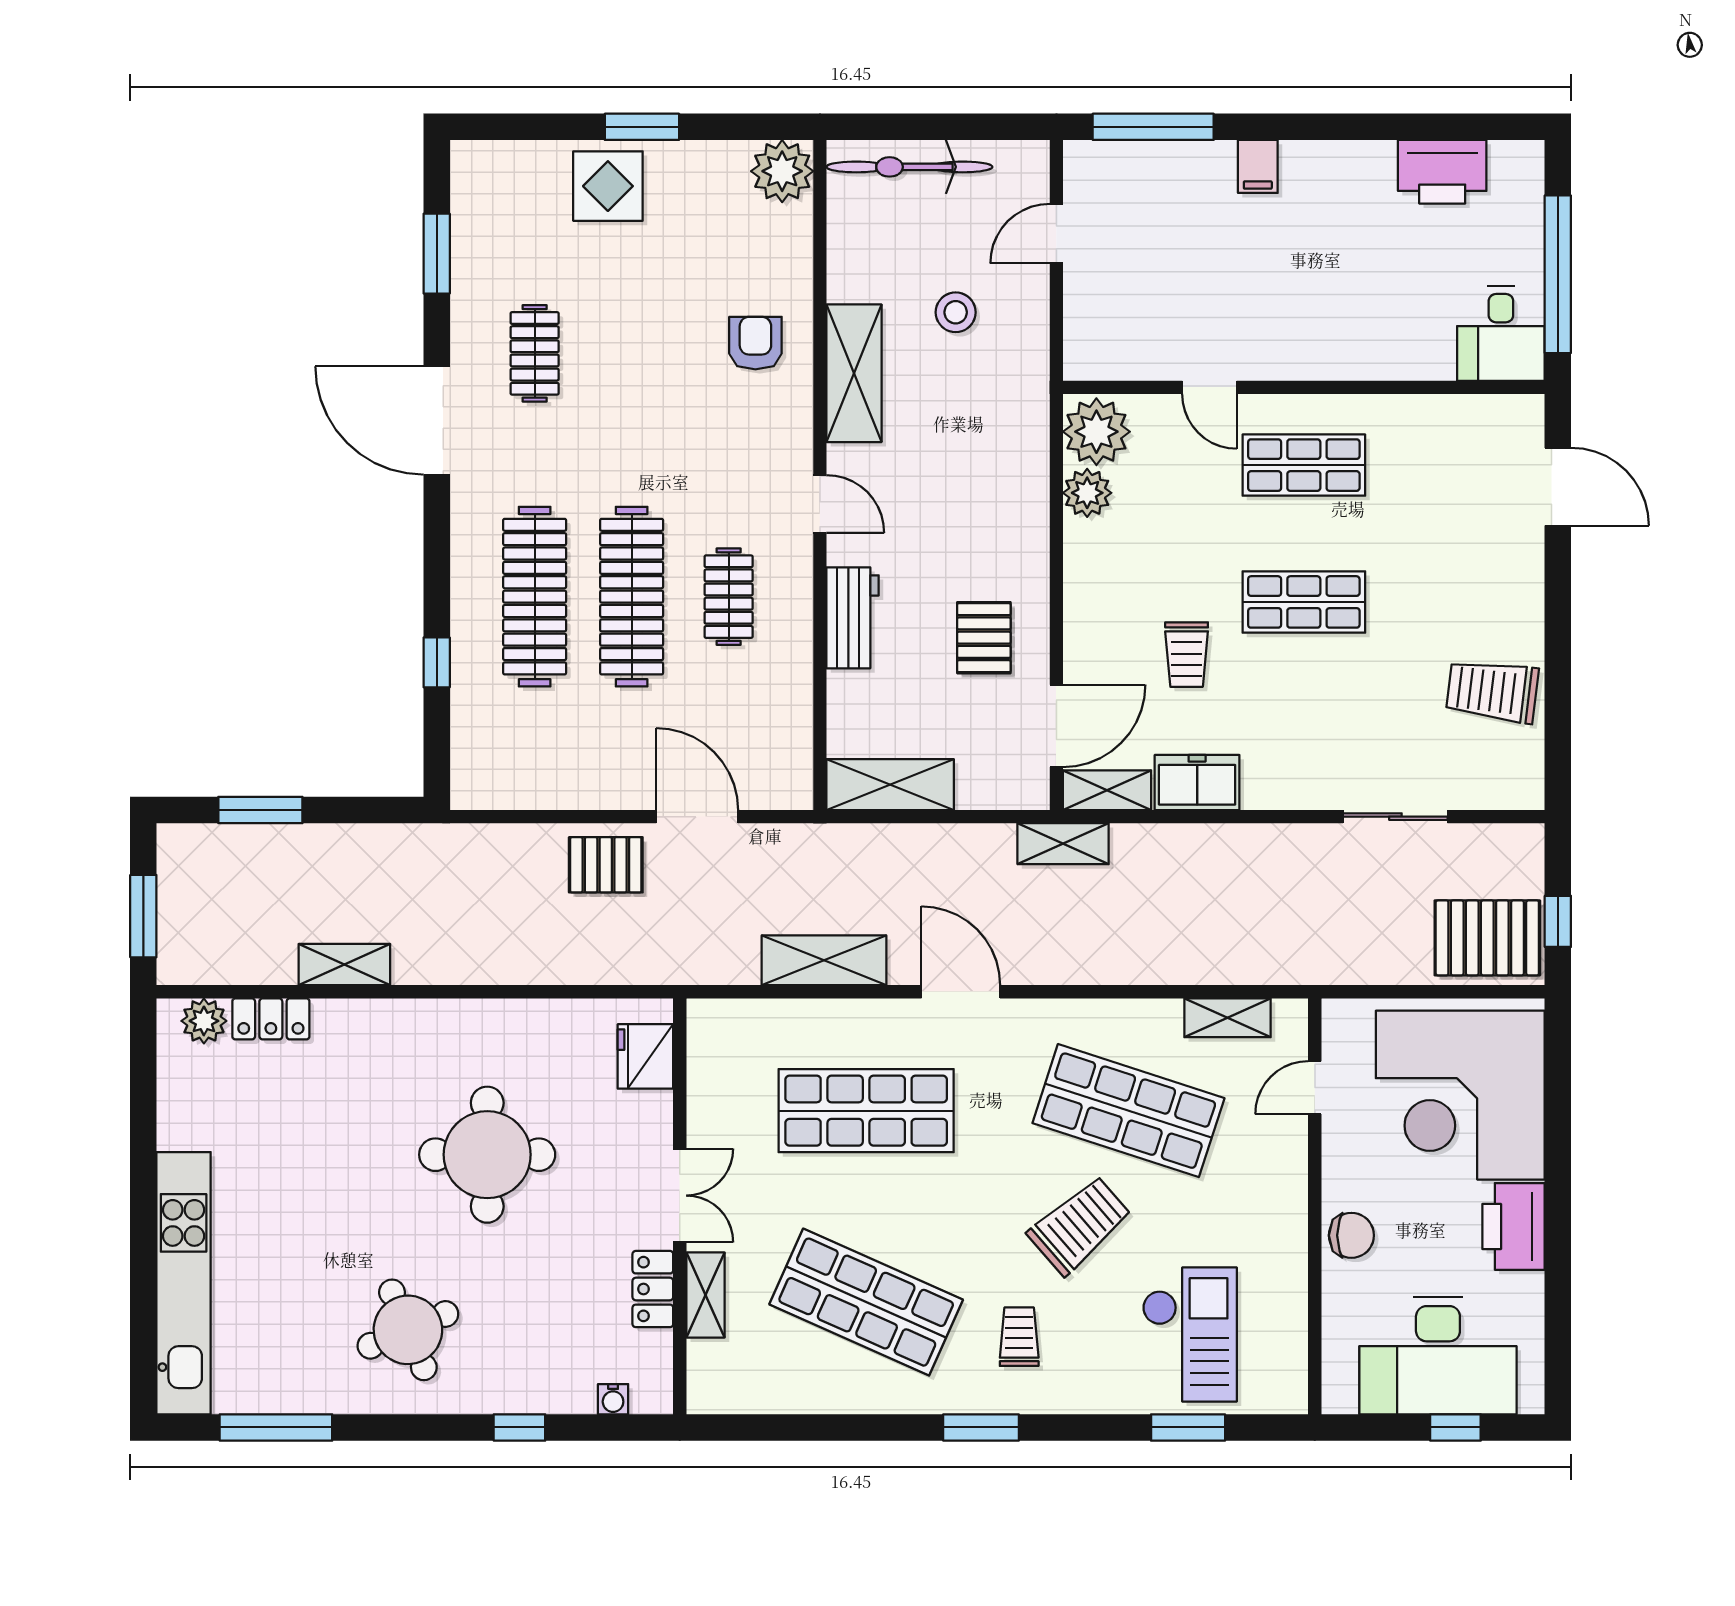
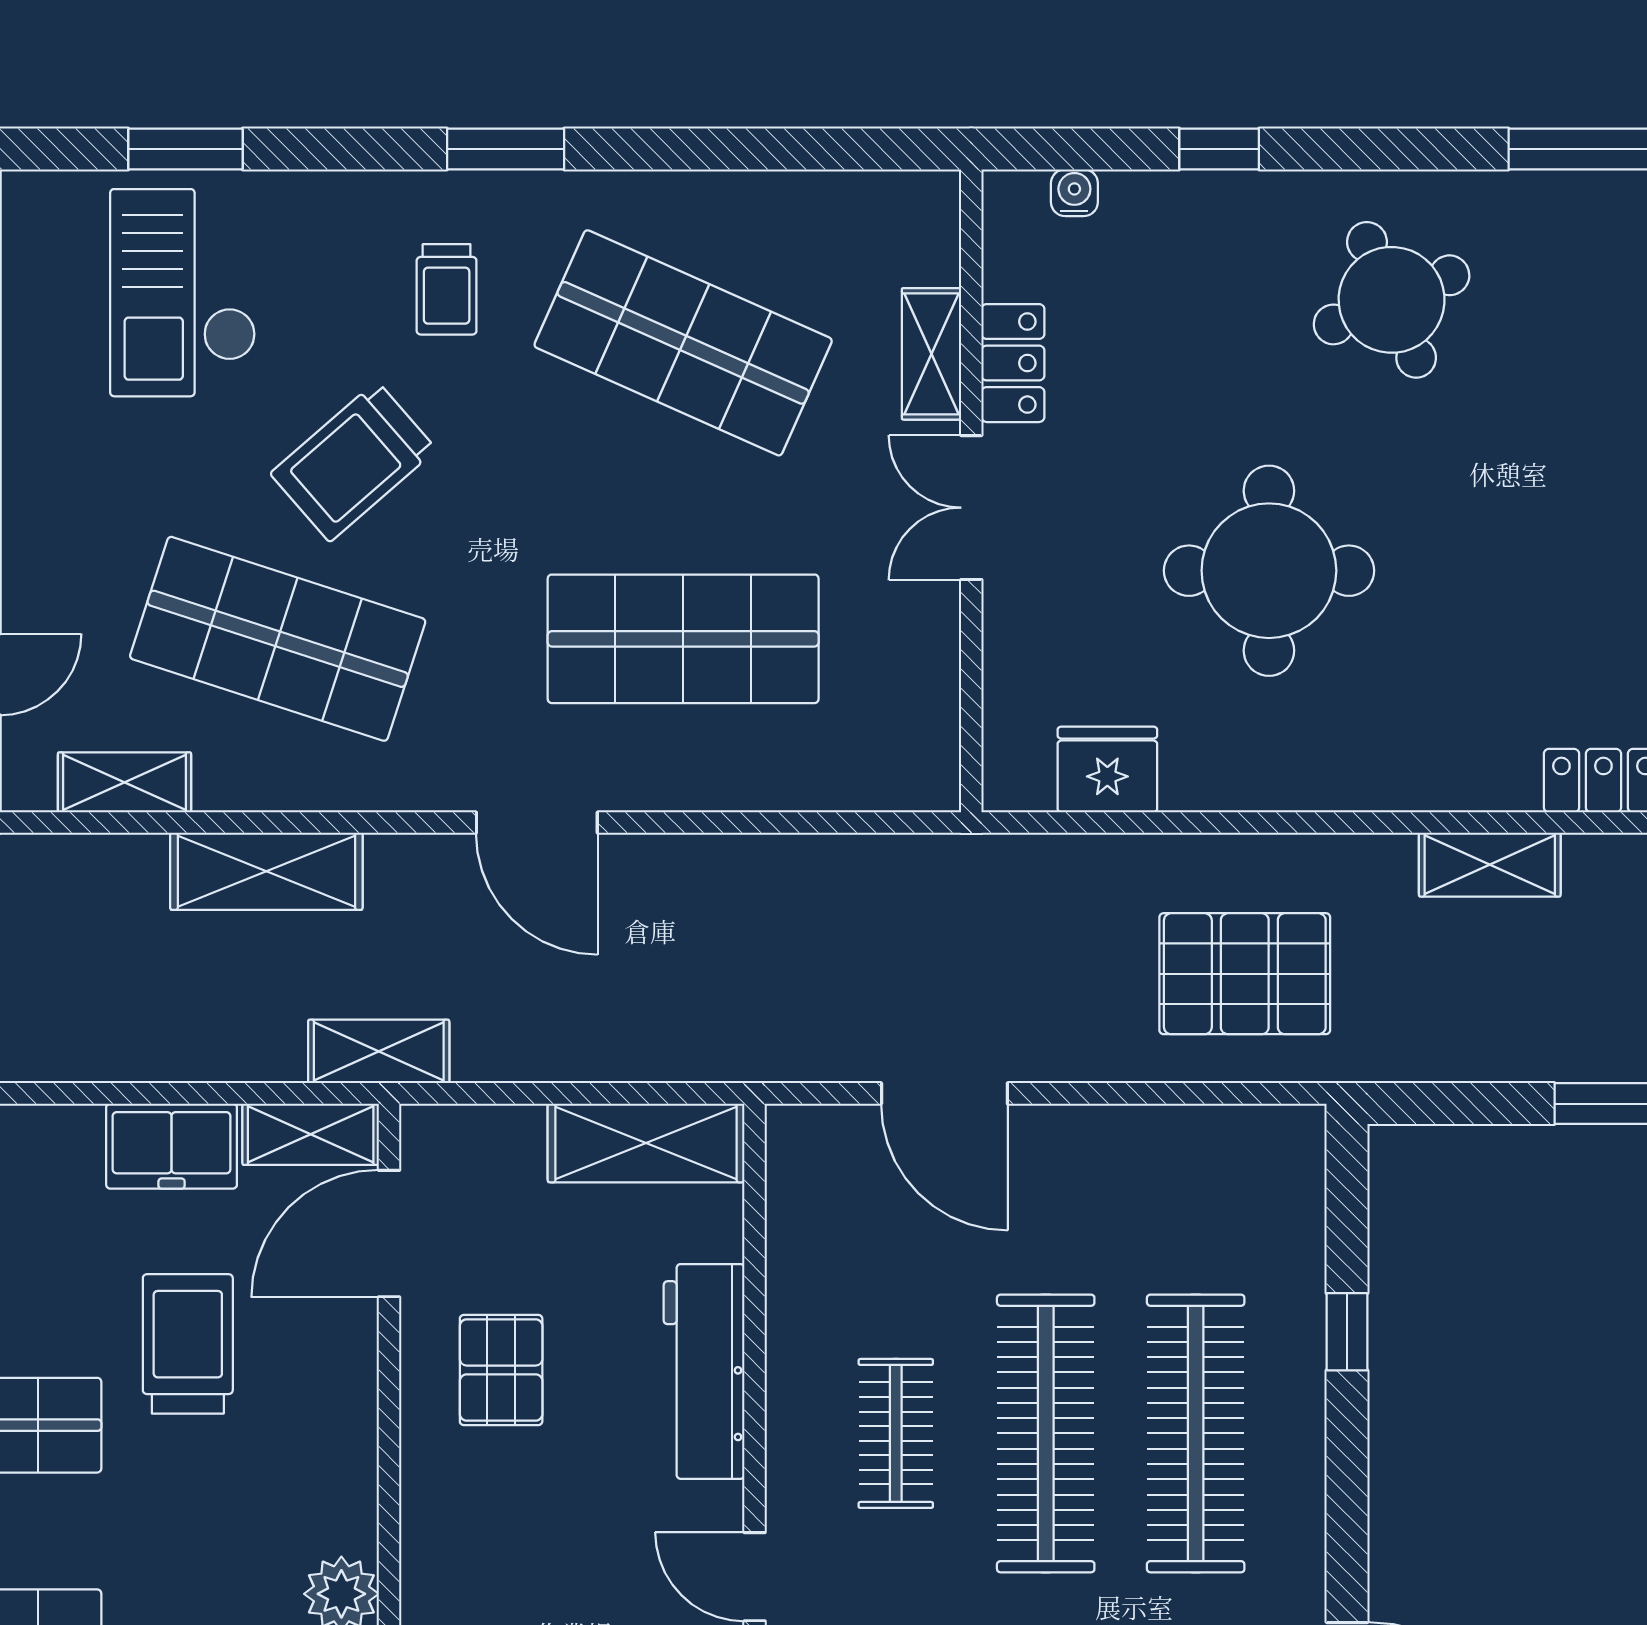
workbench: (853, 618) -> (704, 1371), width x1.38
trolley: (1187, 655) -> (188, 1344), width x1.36, depth x1.39
pallet: (606, 865) -> (1245, 974), moved, width x1.50, depth x1.42
shelving: (824, 960) -> (266, 871), moved
fridge: (645, 1056) -> (1107, 770), moved, turned -90

